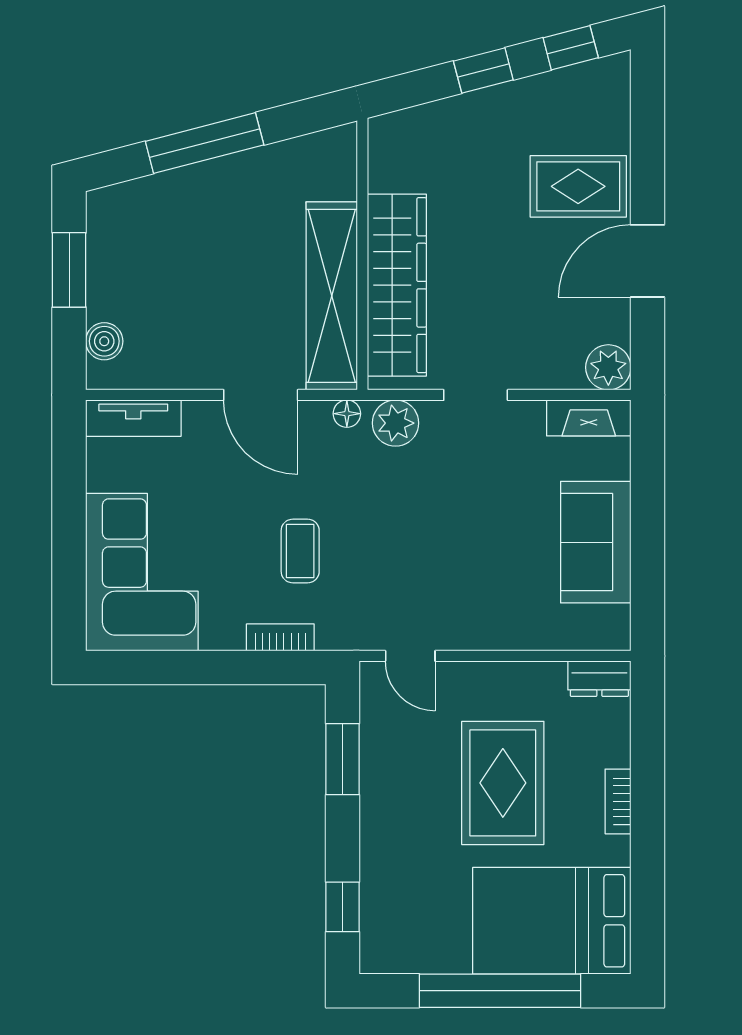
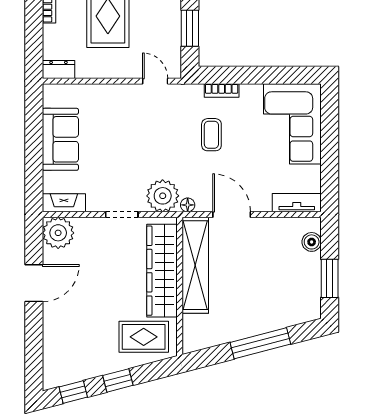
rug: (578, 186) -> (144, 337), moved
plant: (608, 367) -> (58, 233), width x1.36, depth x1.36
plant: (396, 423) -> (163, 196), width x1.36, depth x1.36

